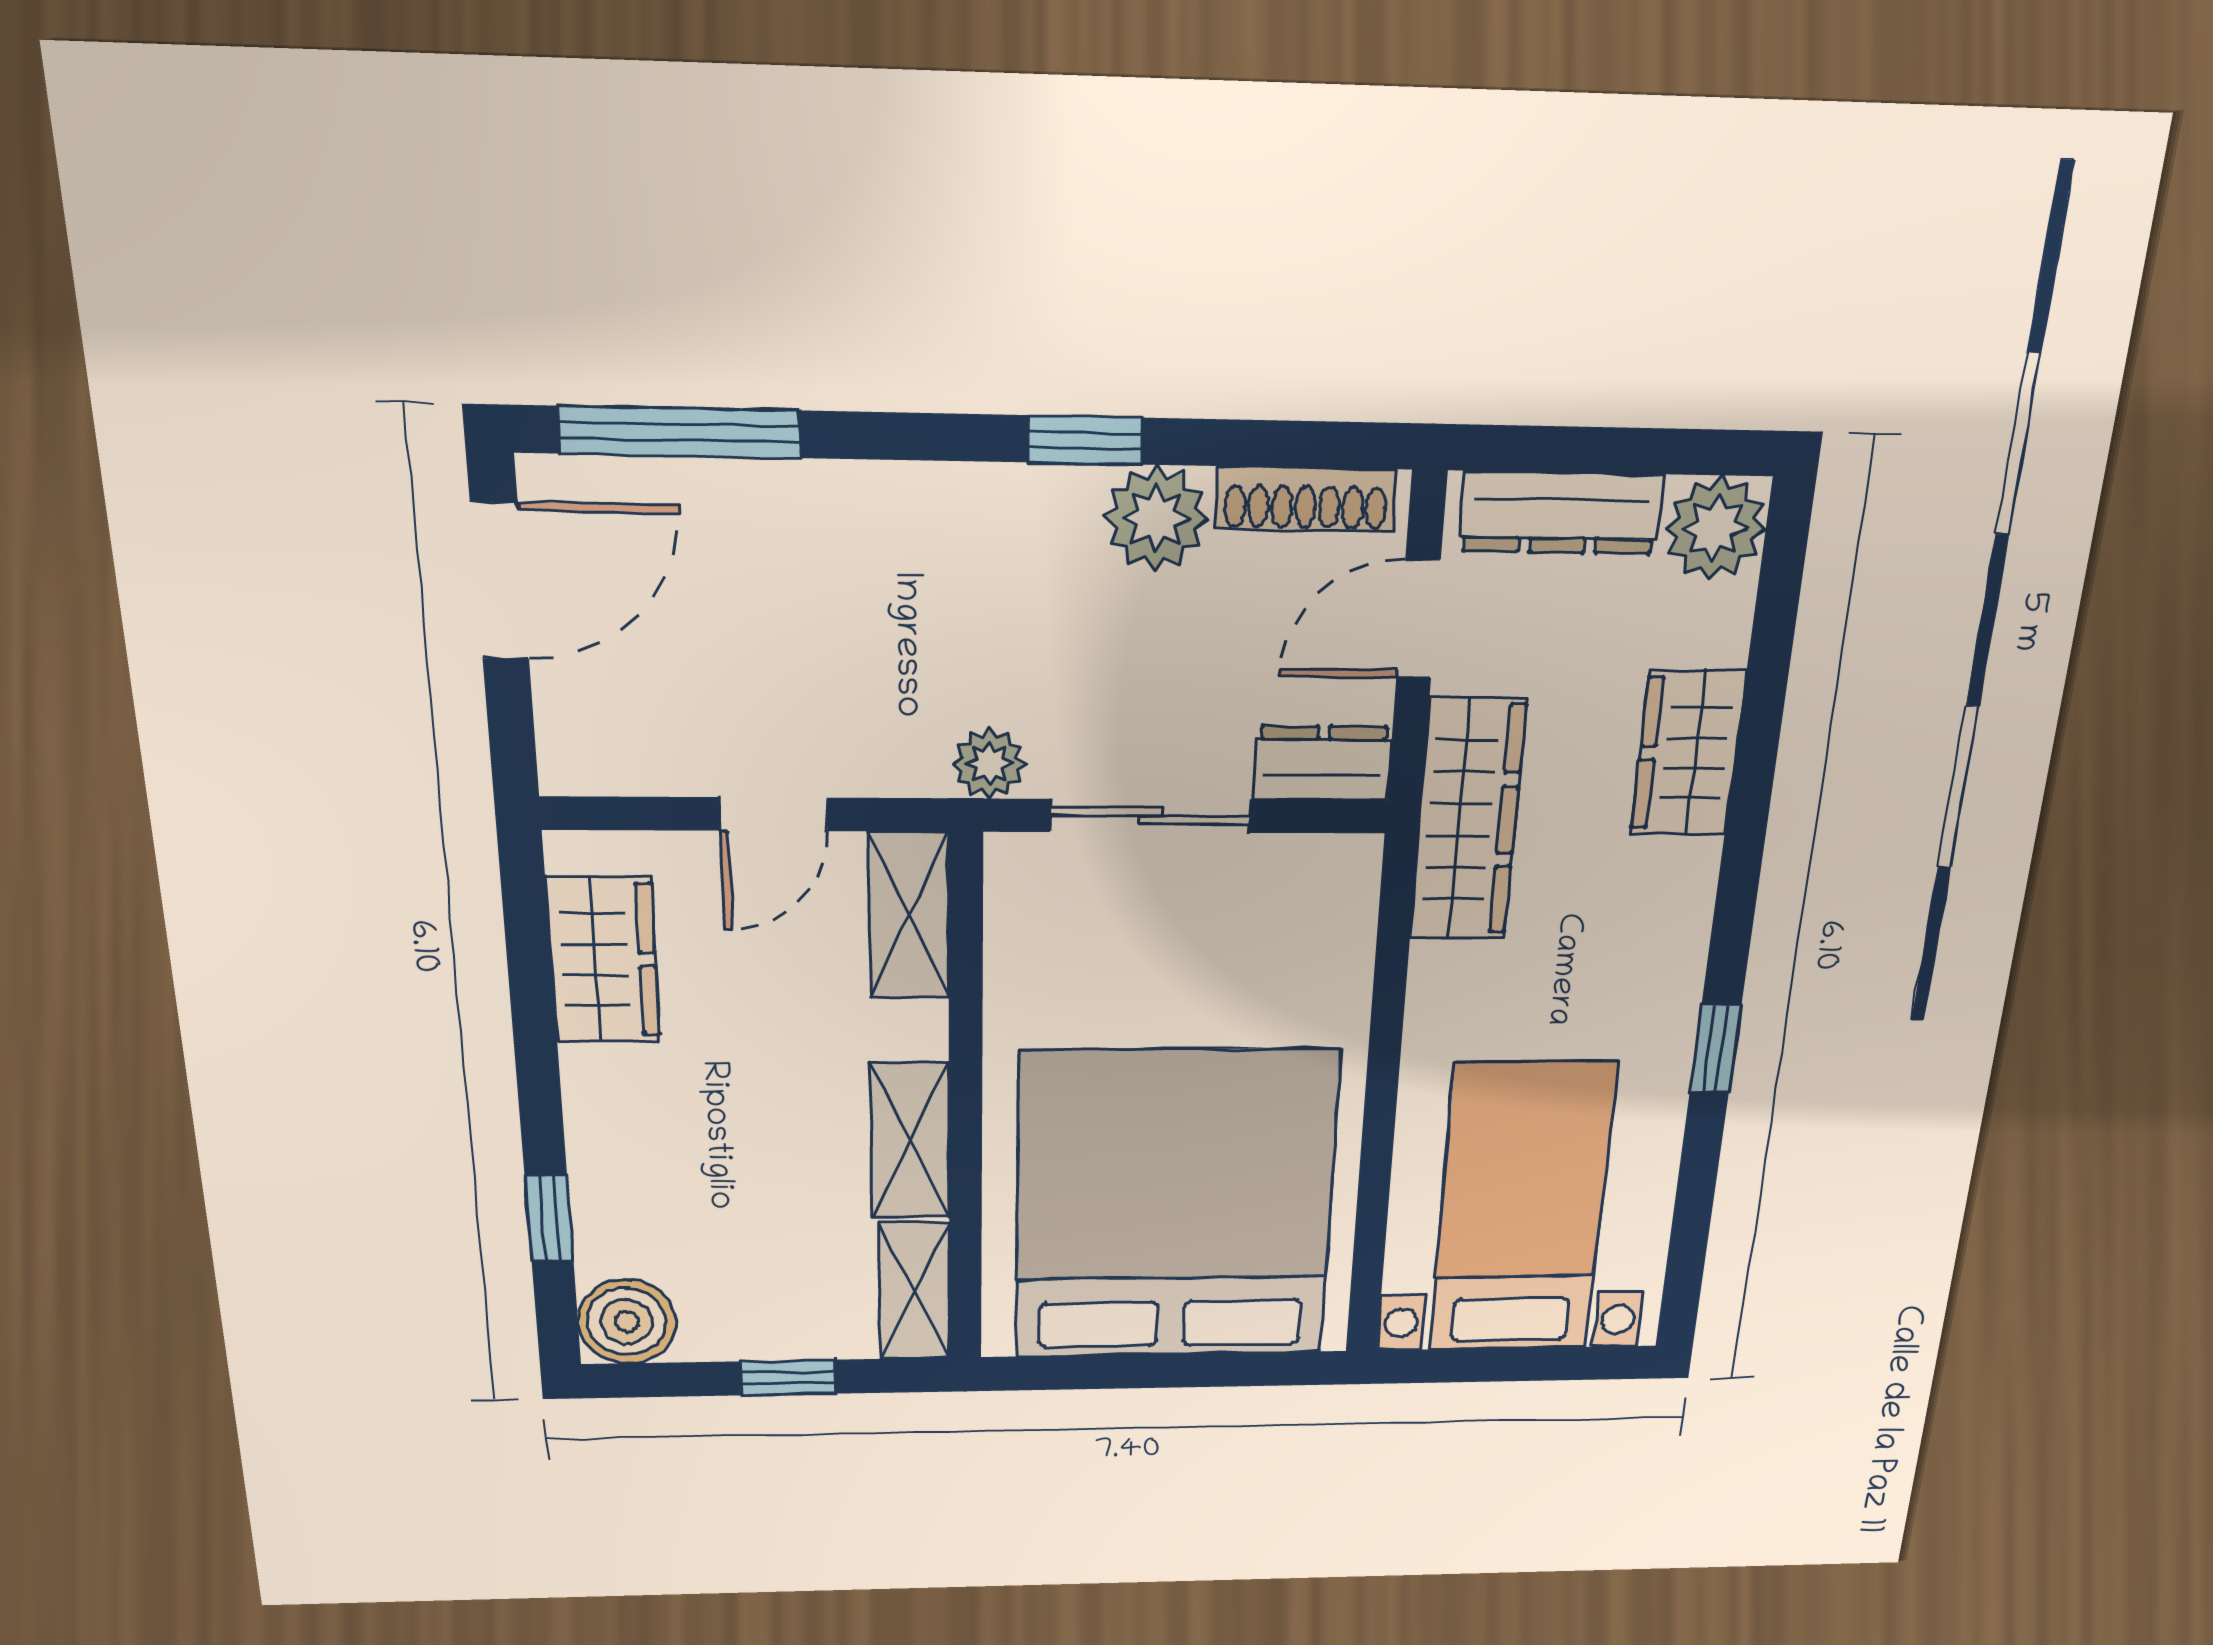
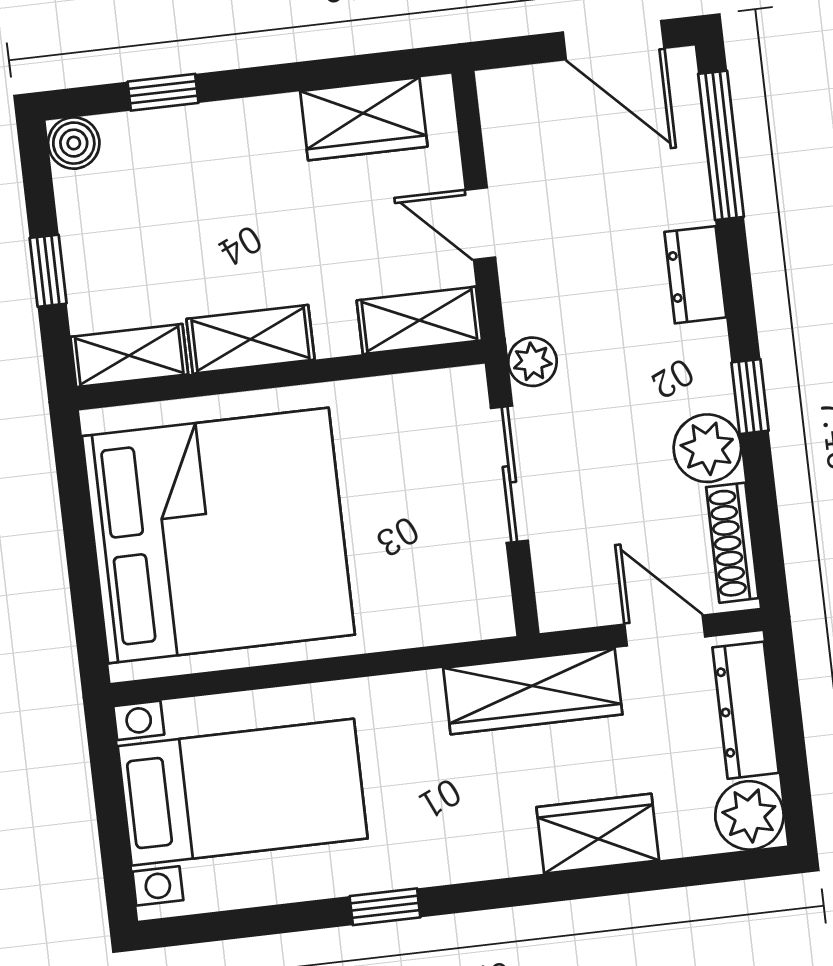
dresser: (1322, 763) -> (695, 275), moved, turned 180
boiler: (627, 1322) -> (74, 143), width x0.73, depth x0.73

